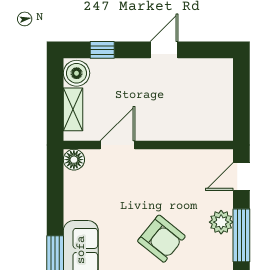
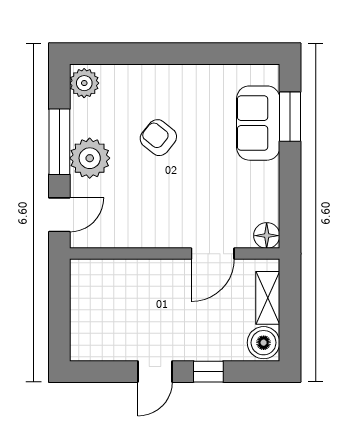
window: (102, 50) -> (208, 372), moved
plant: (221, 222) -> (90, 158), width x1.36, depth x1.36
armchair: (161, 239) -> (158, 138), width x0.72, depth x0.72

